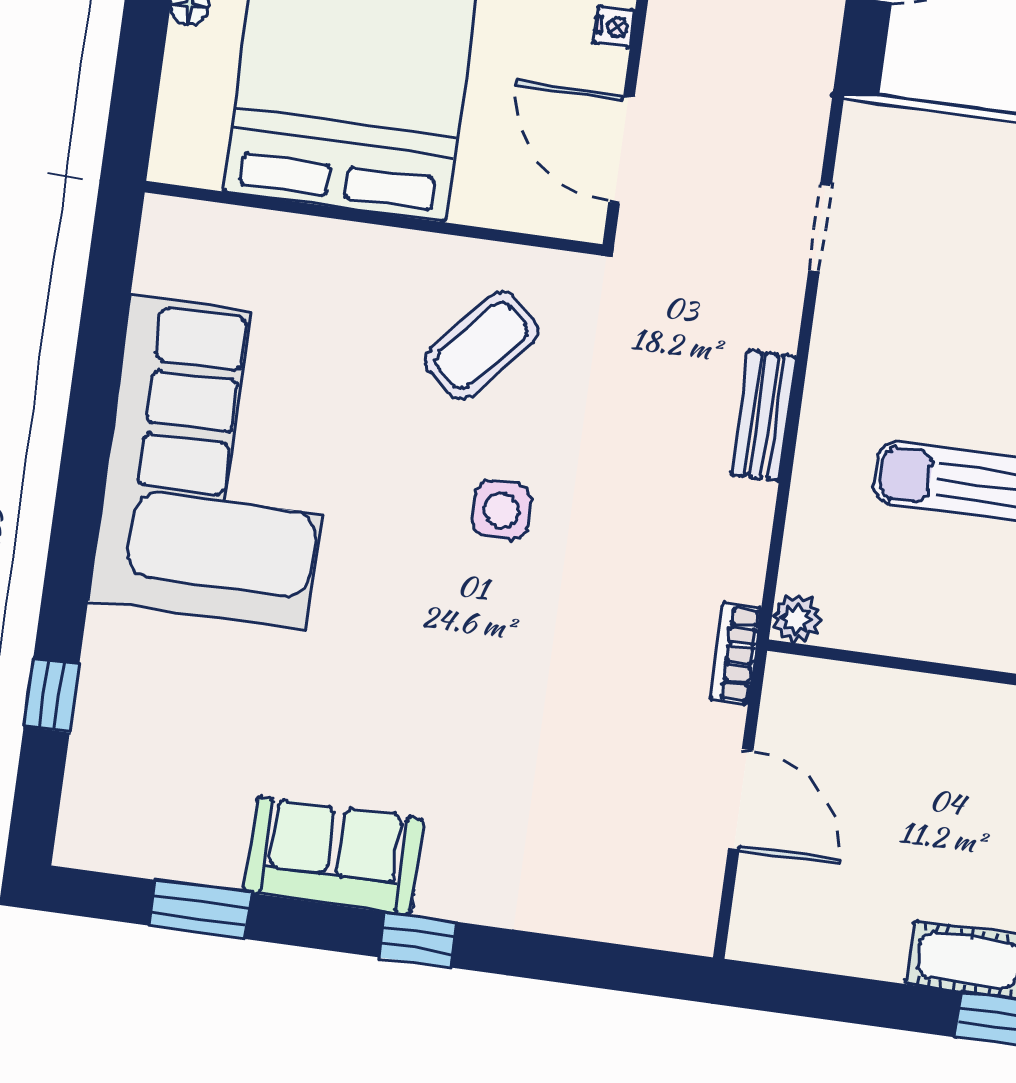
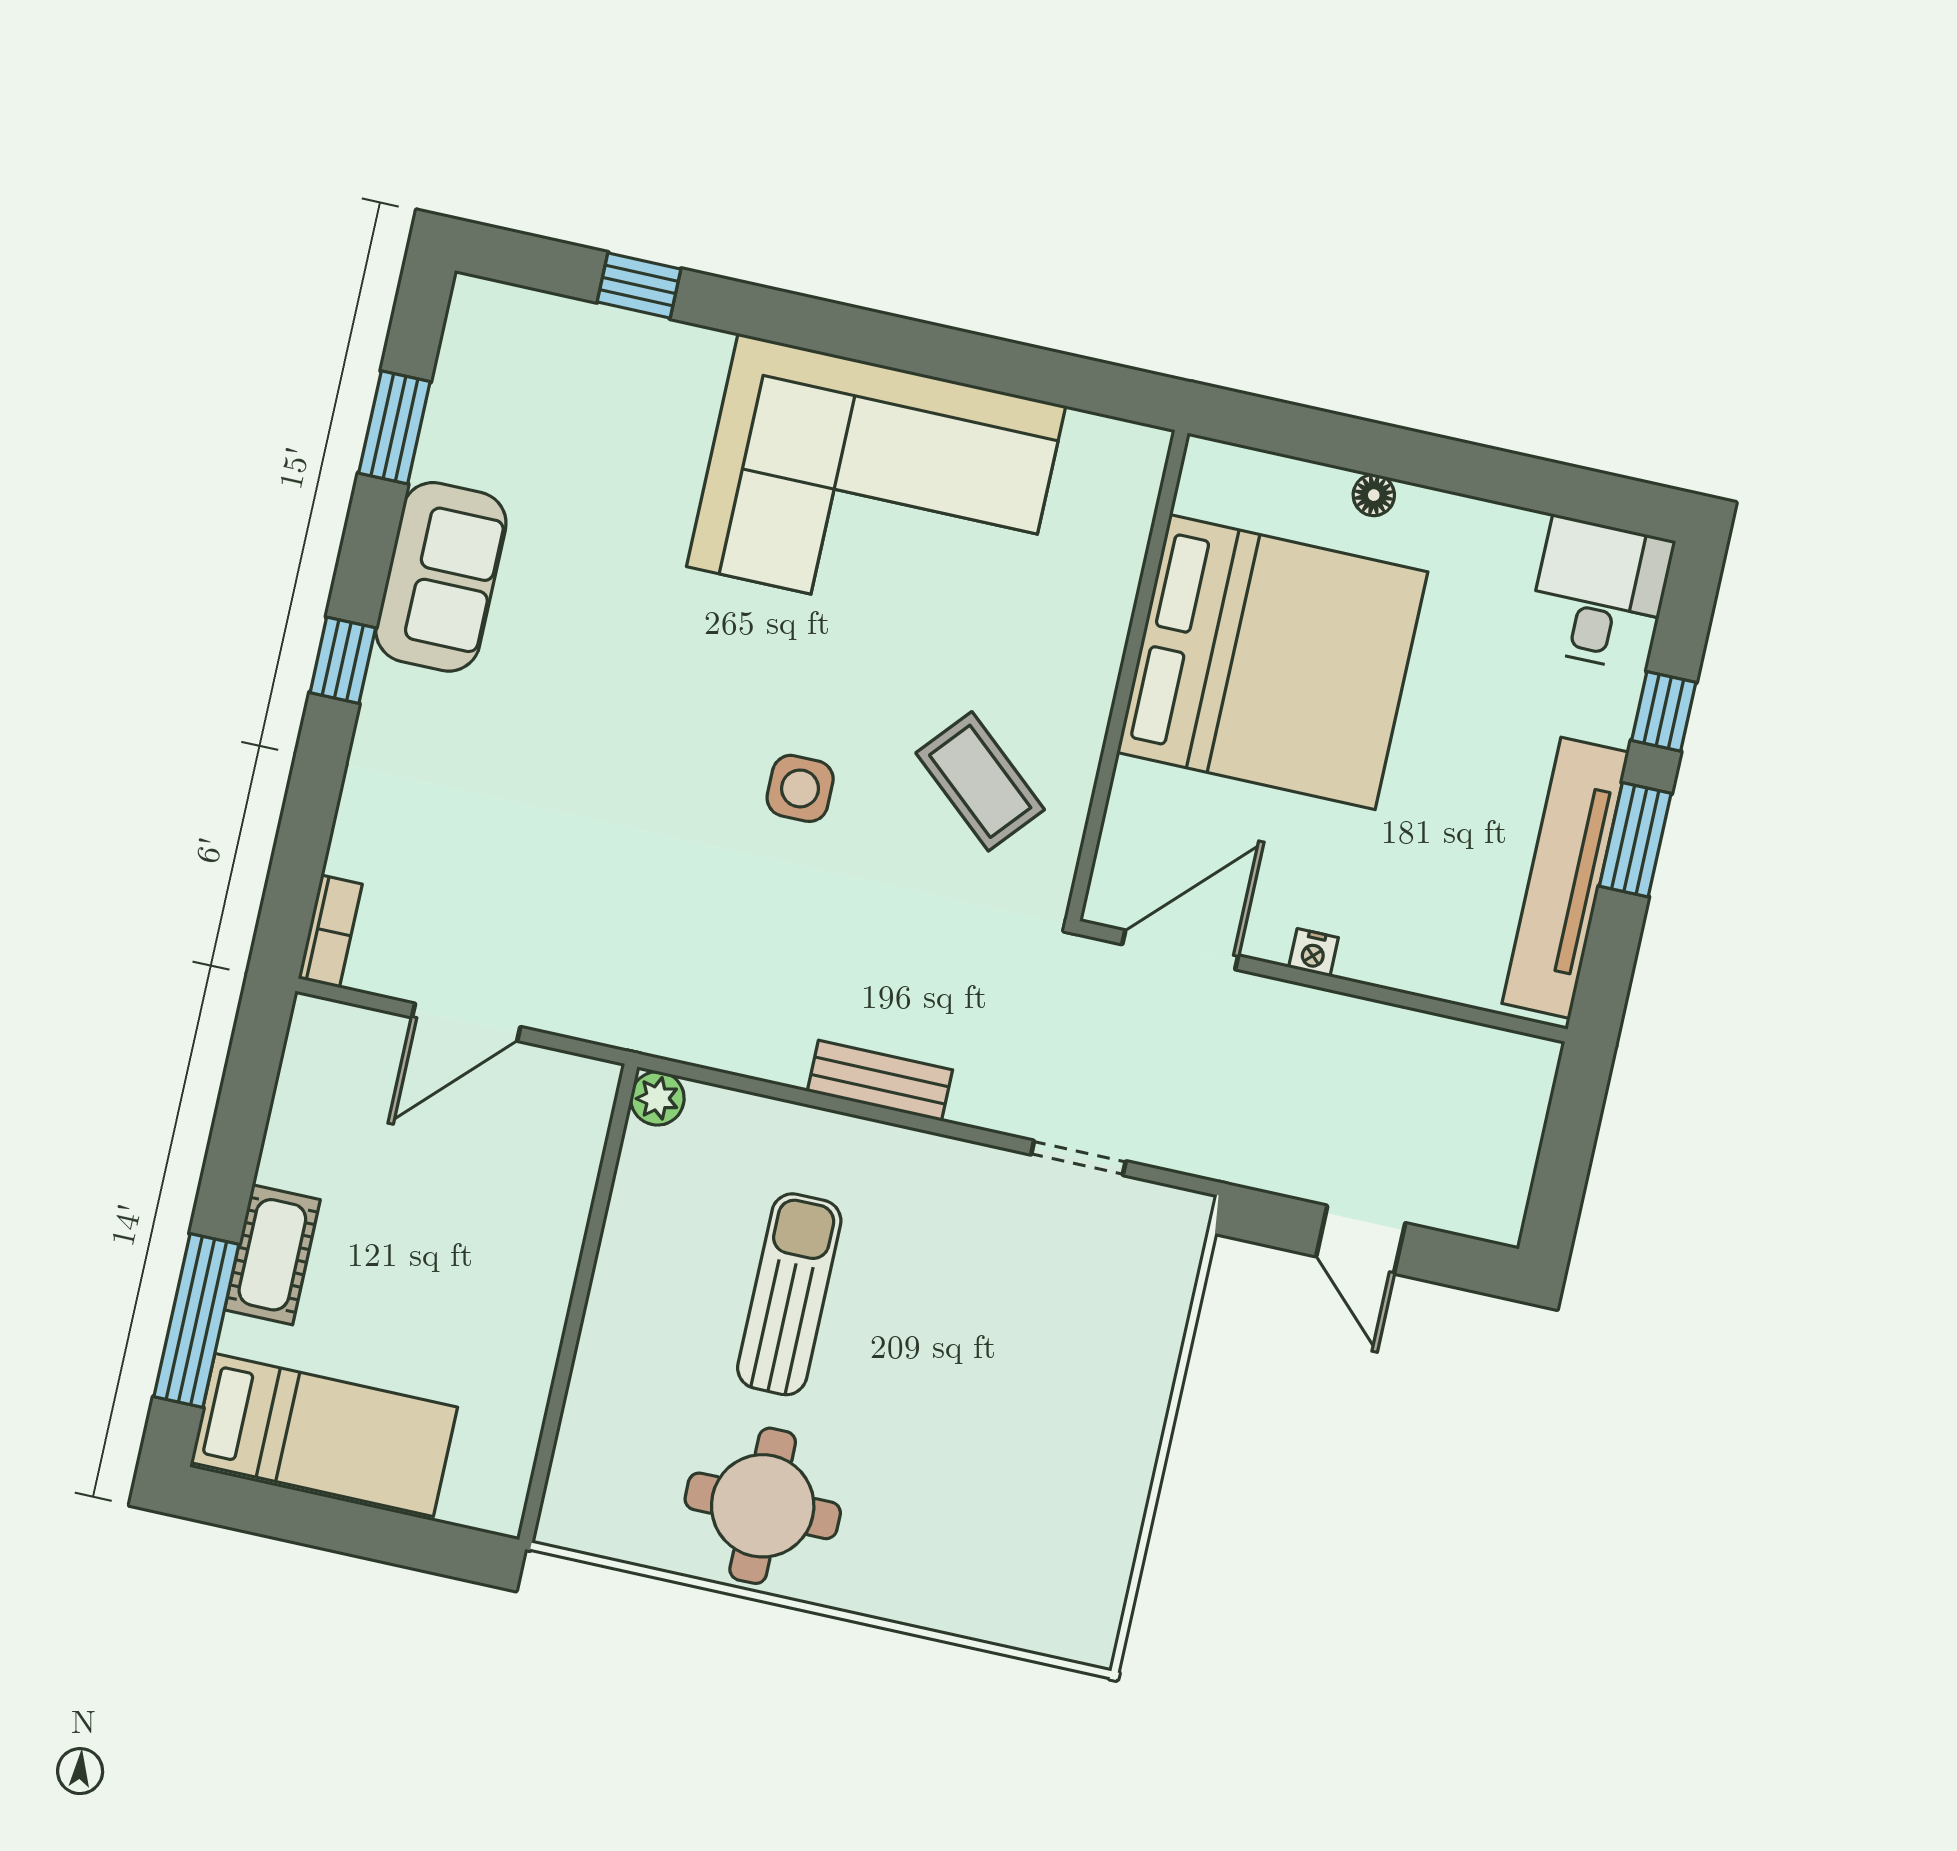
bookcase: (735, 654) -> (330, 931), moved, turned 90

